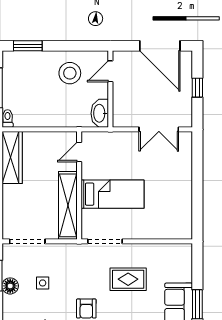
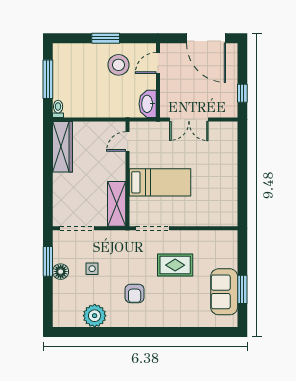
window: (28, 46) -> (106, 38), moved
window: (197, 88) -> (242, 93), moved
double door: (159, 129) -> (189, 120), moved
shelving: (68, 205) -> (117, 204), width x0.68

